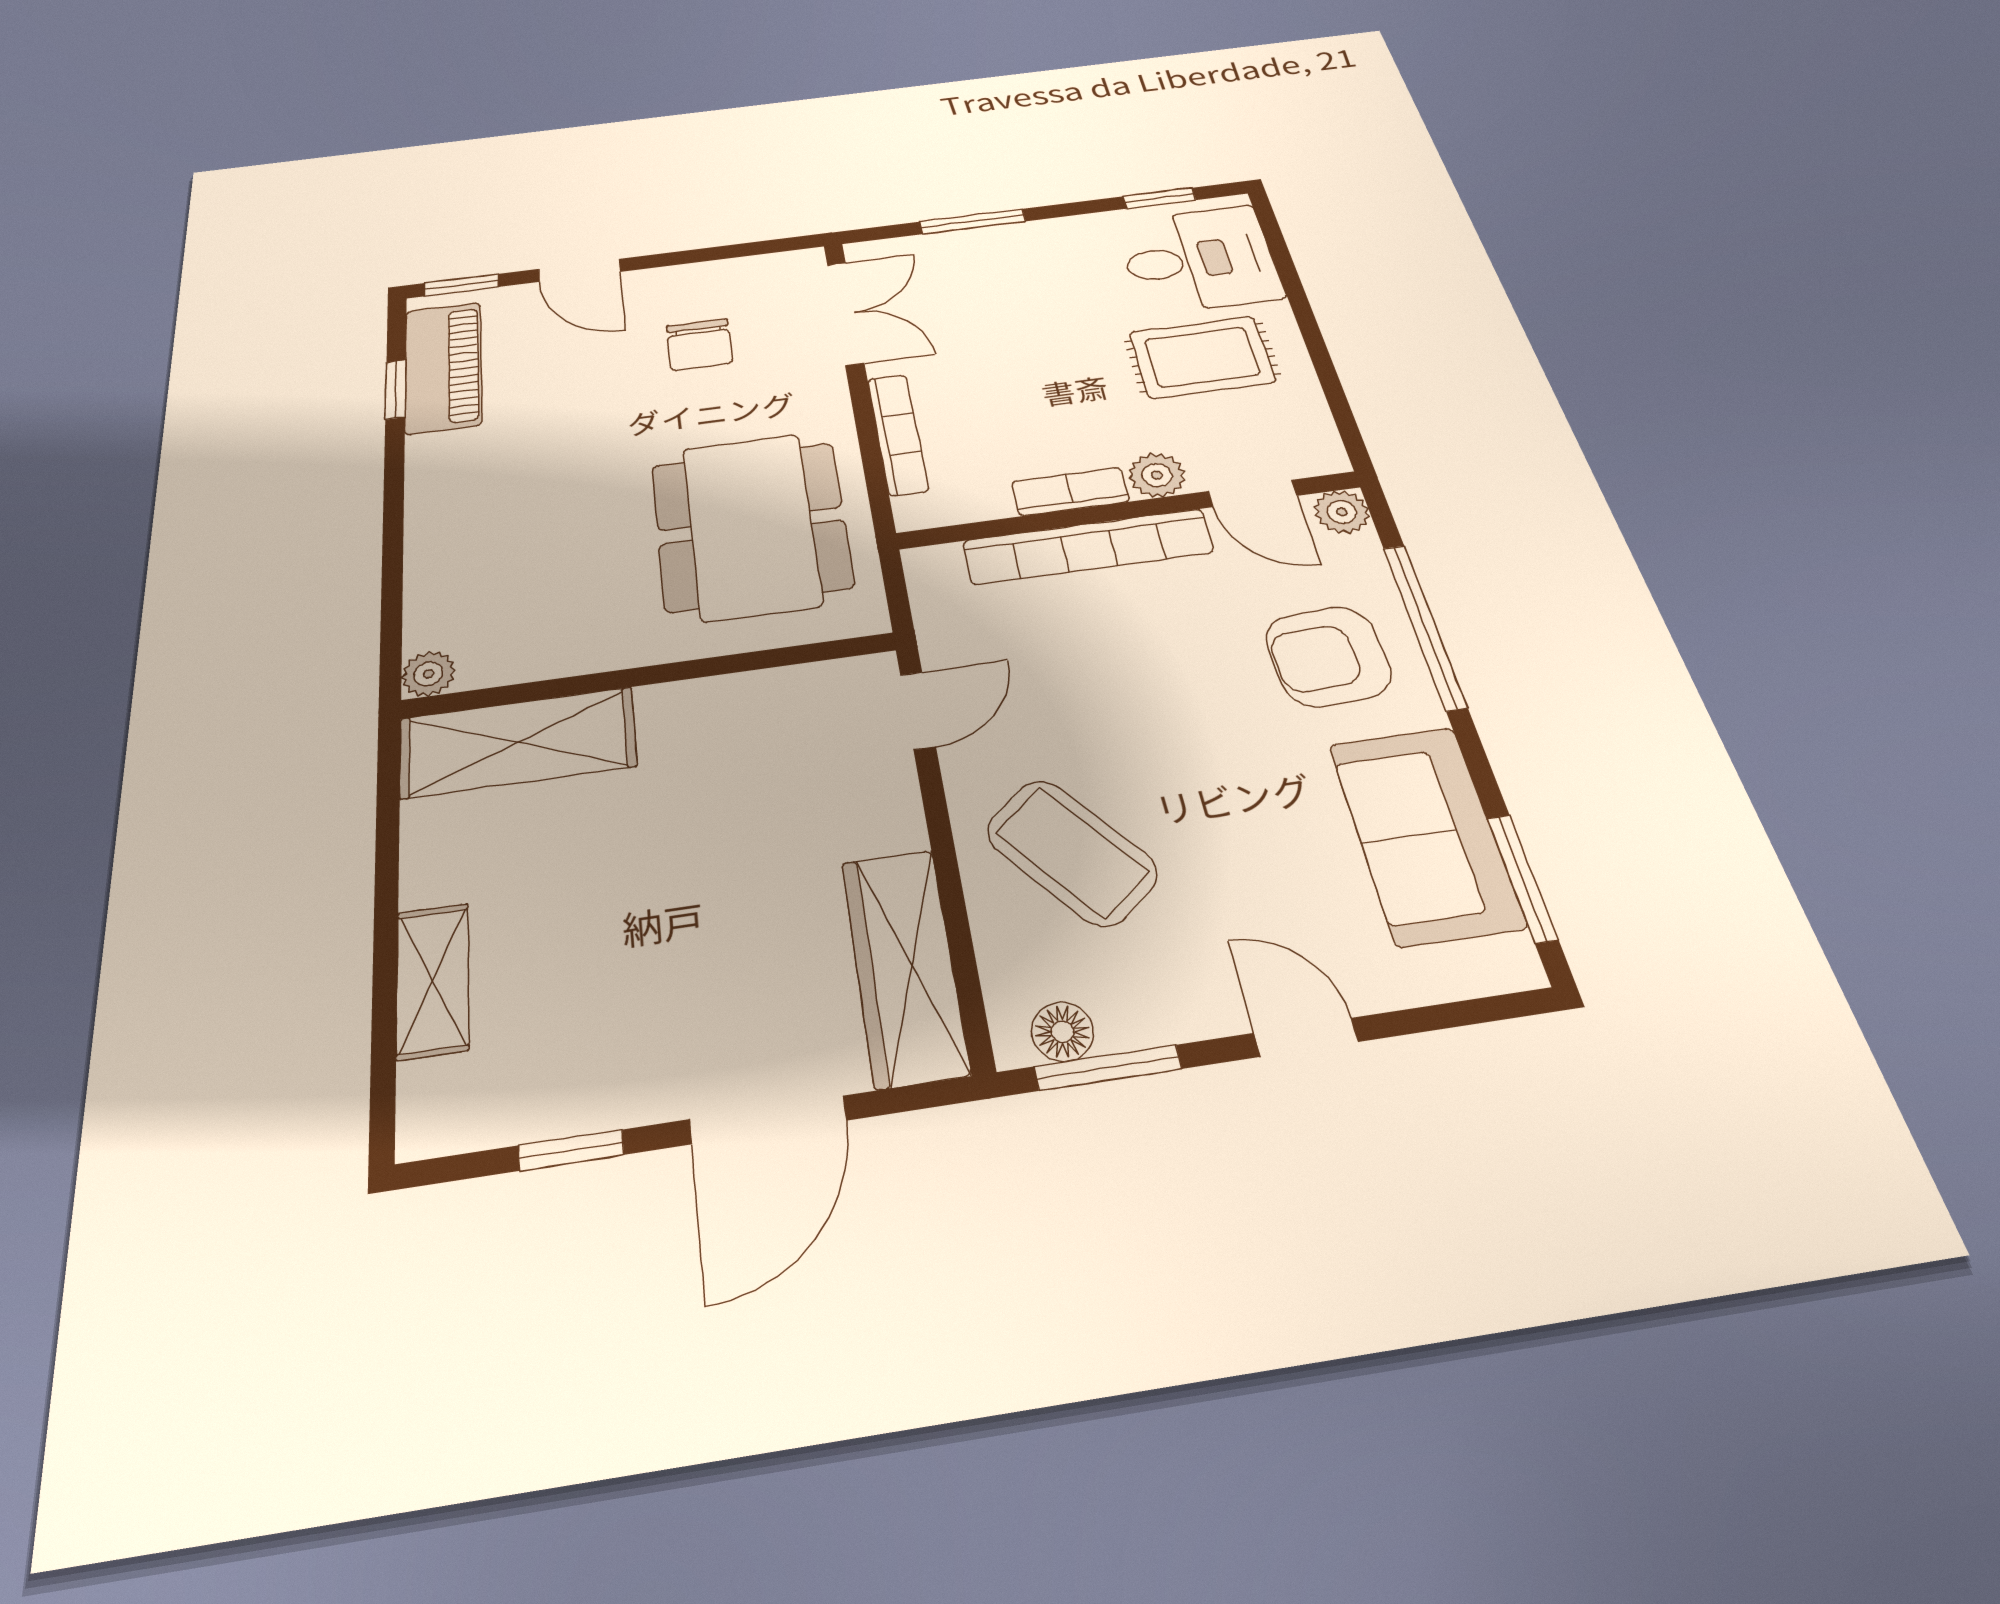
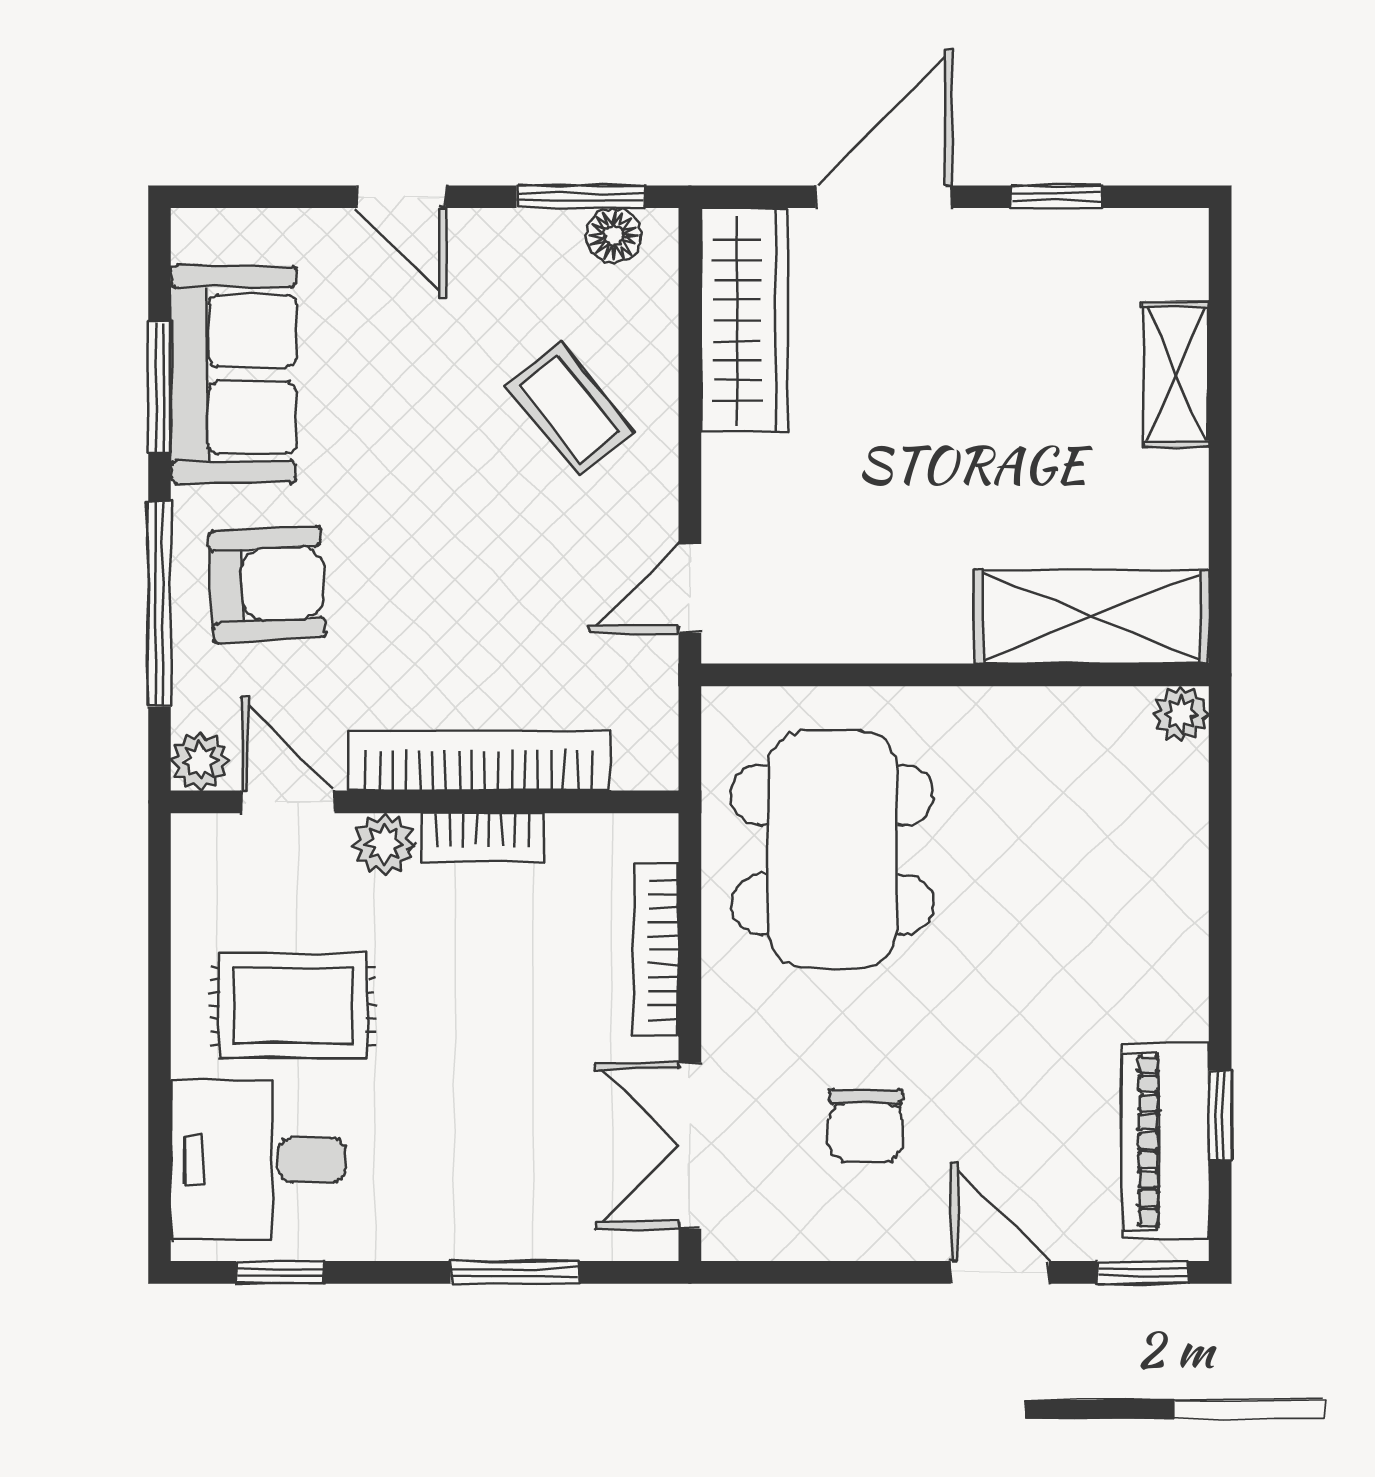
chair: (699, 344) -> (866, 1125), turned 180
coffee table: (1072, 852) -> (569, 409), width x0.73, depth x0.77
window: (1522, 878) -> (160, 387), moved

